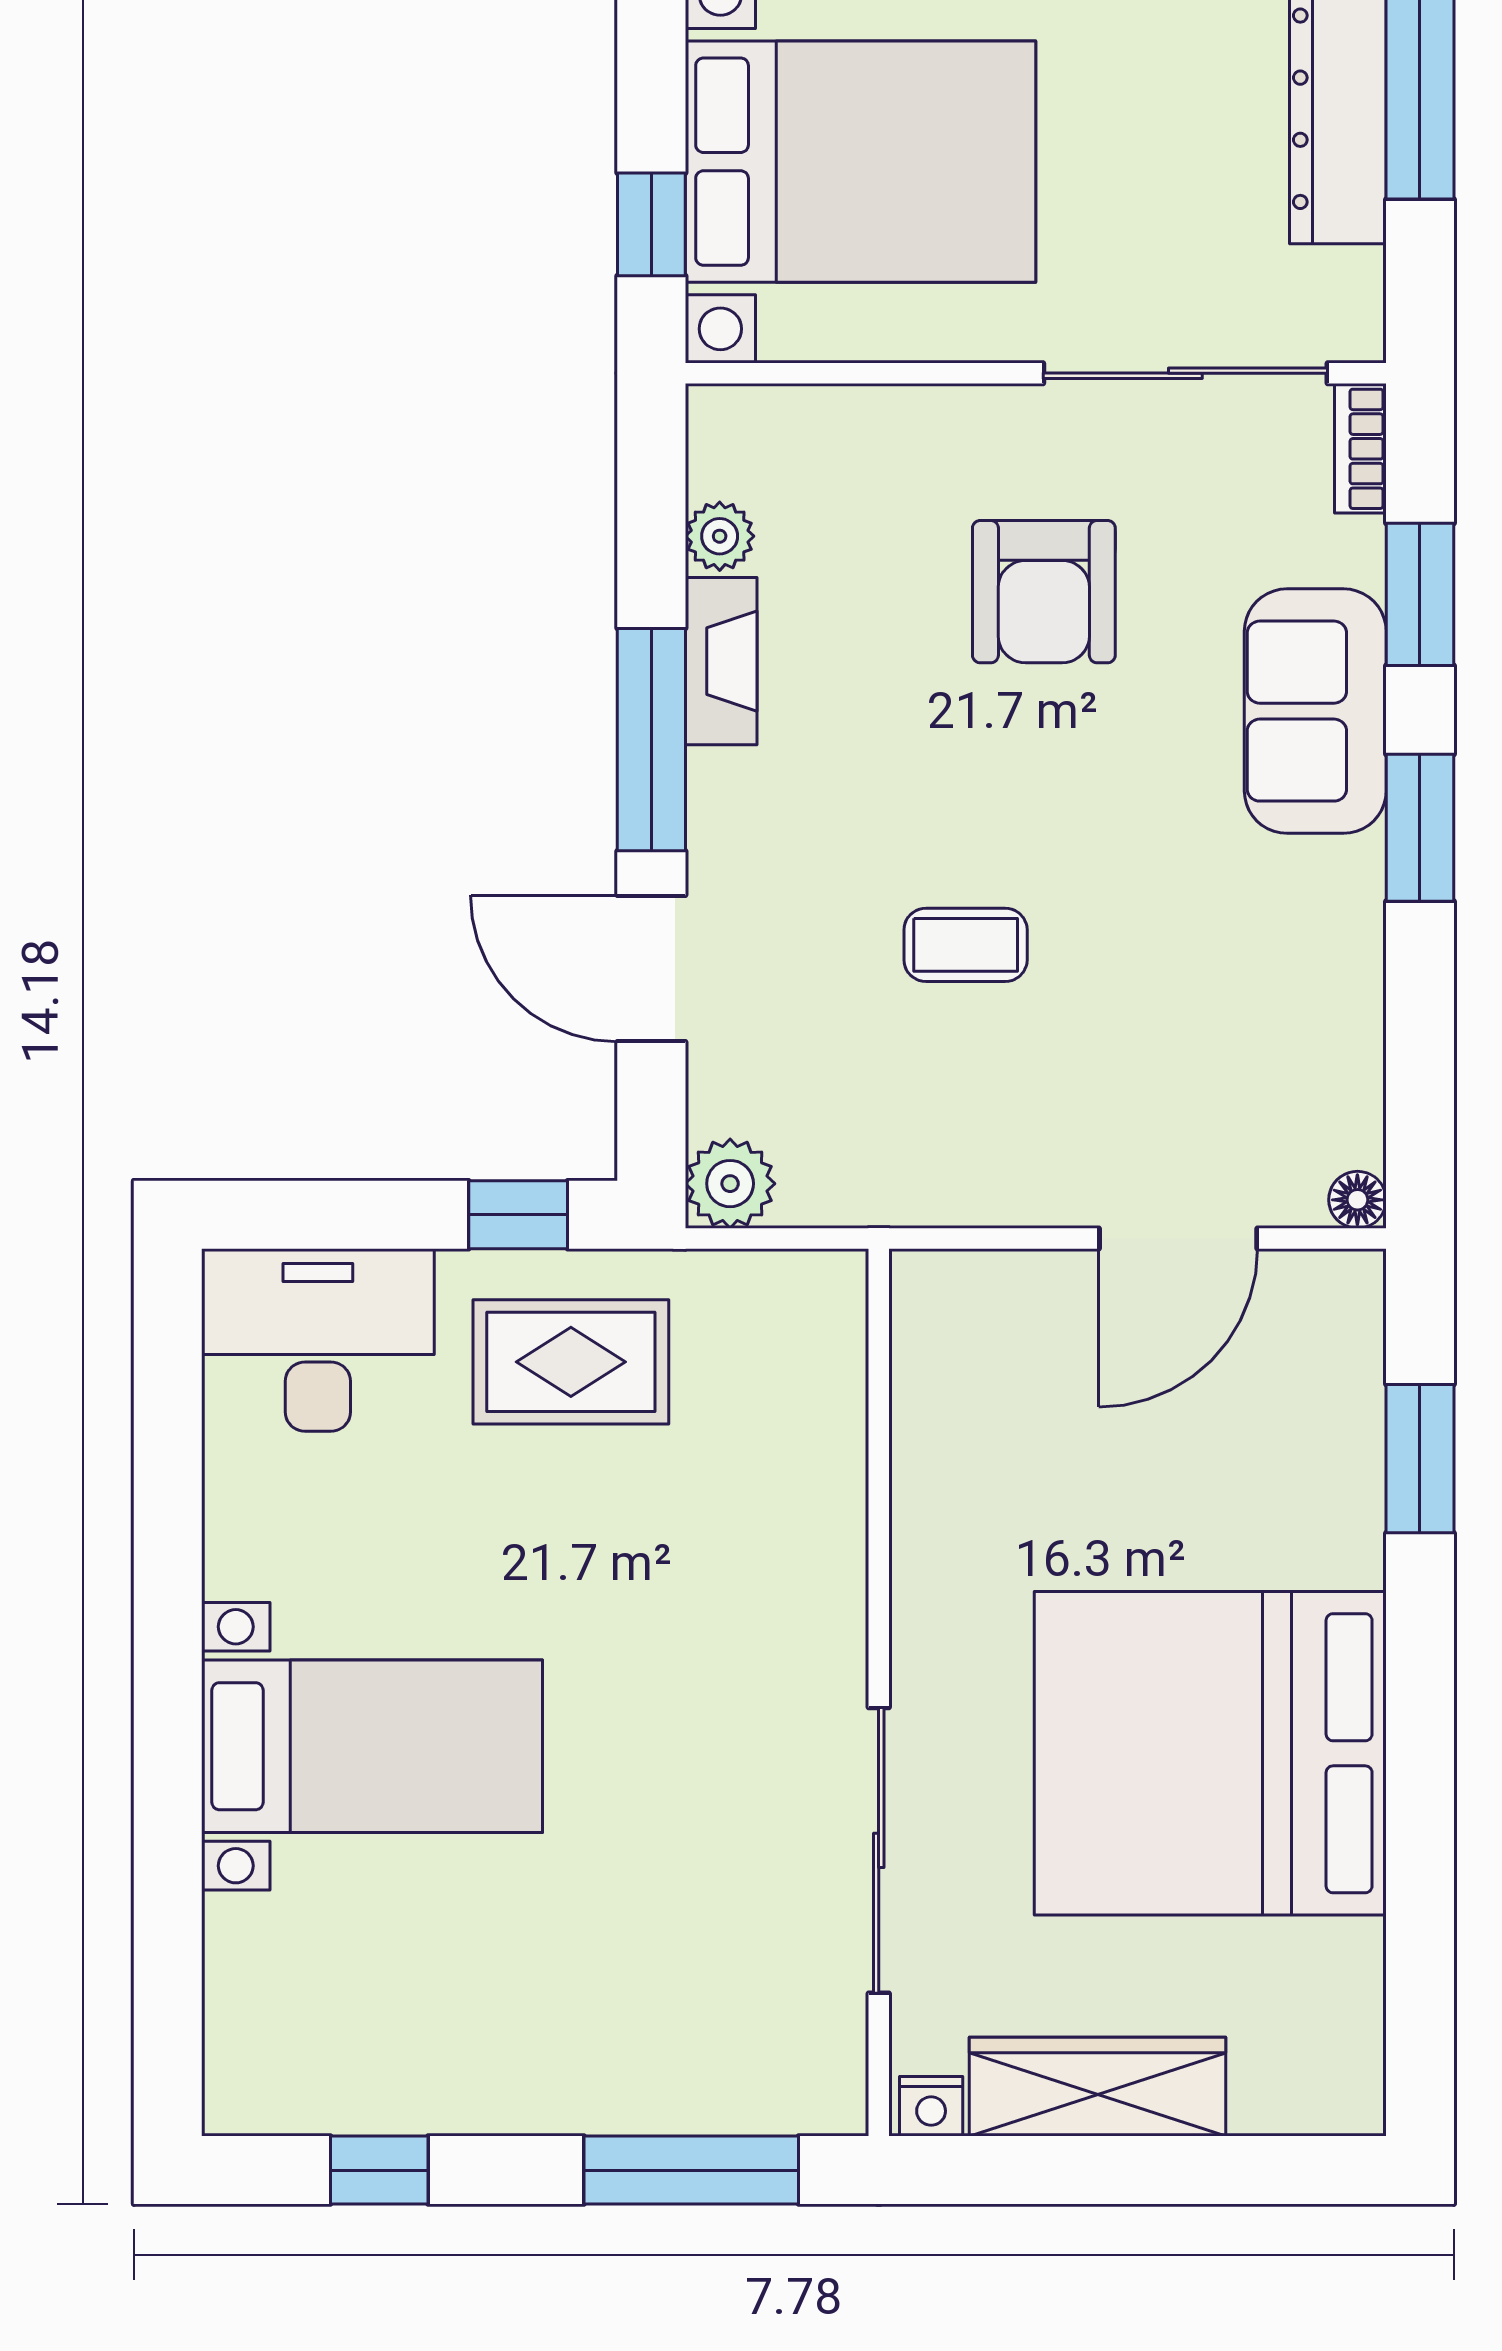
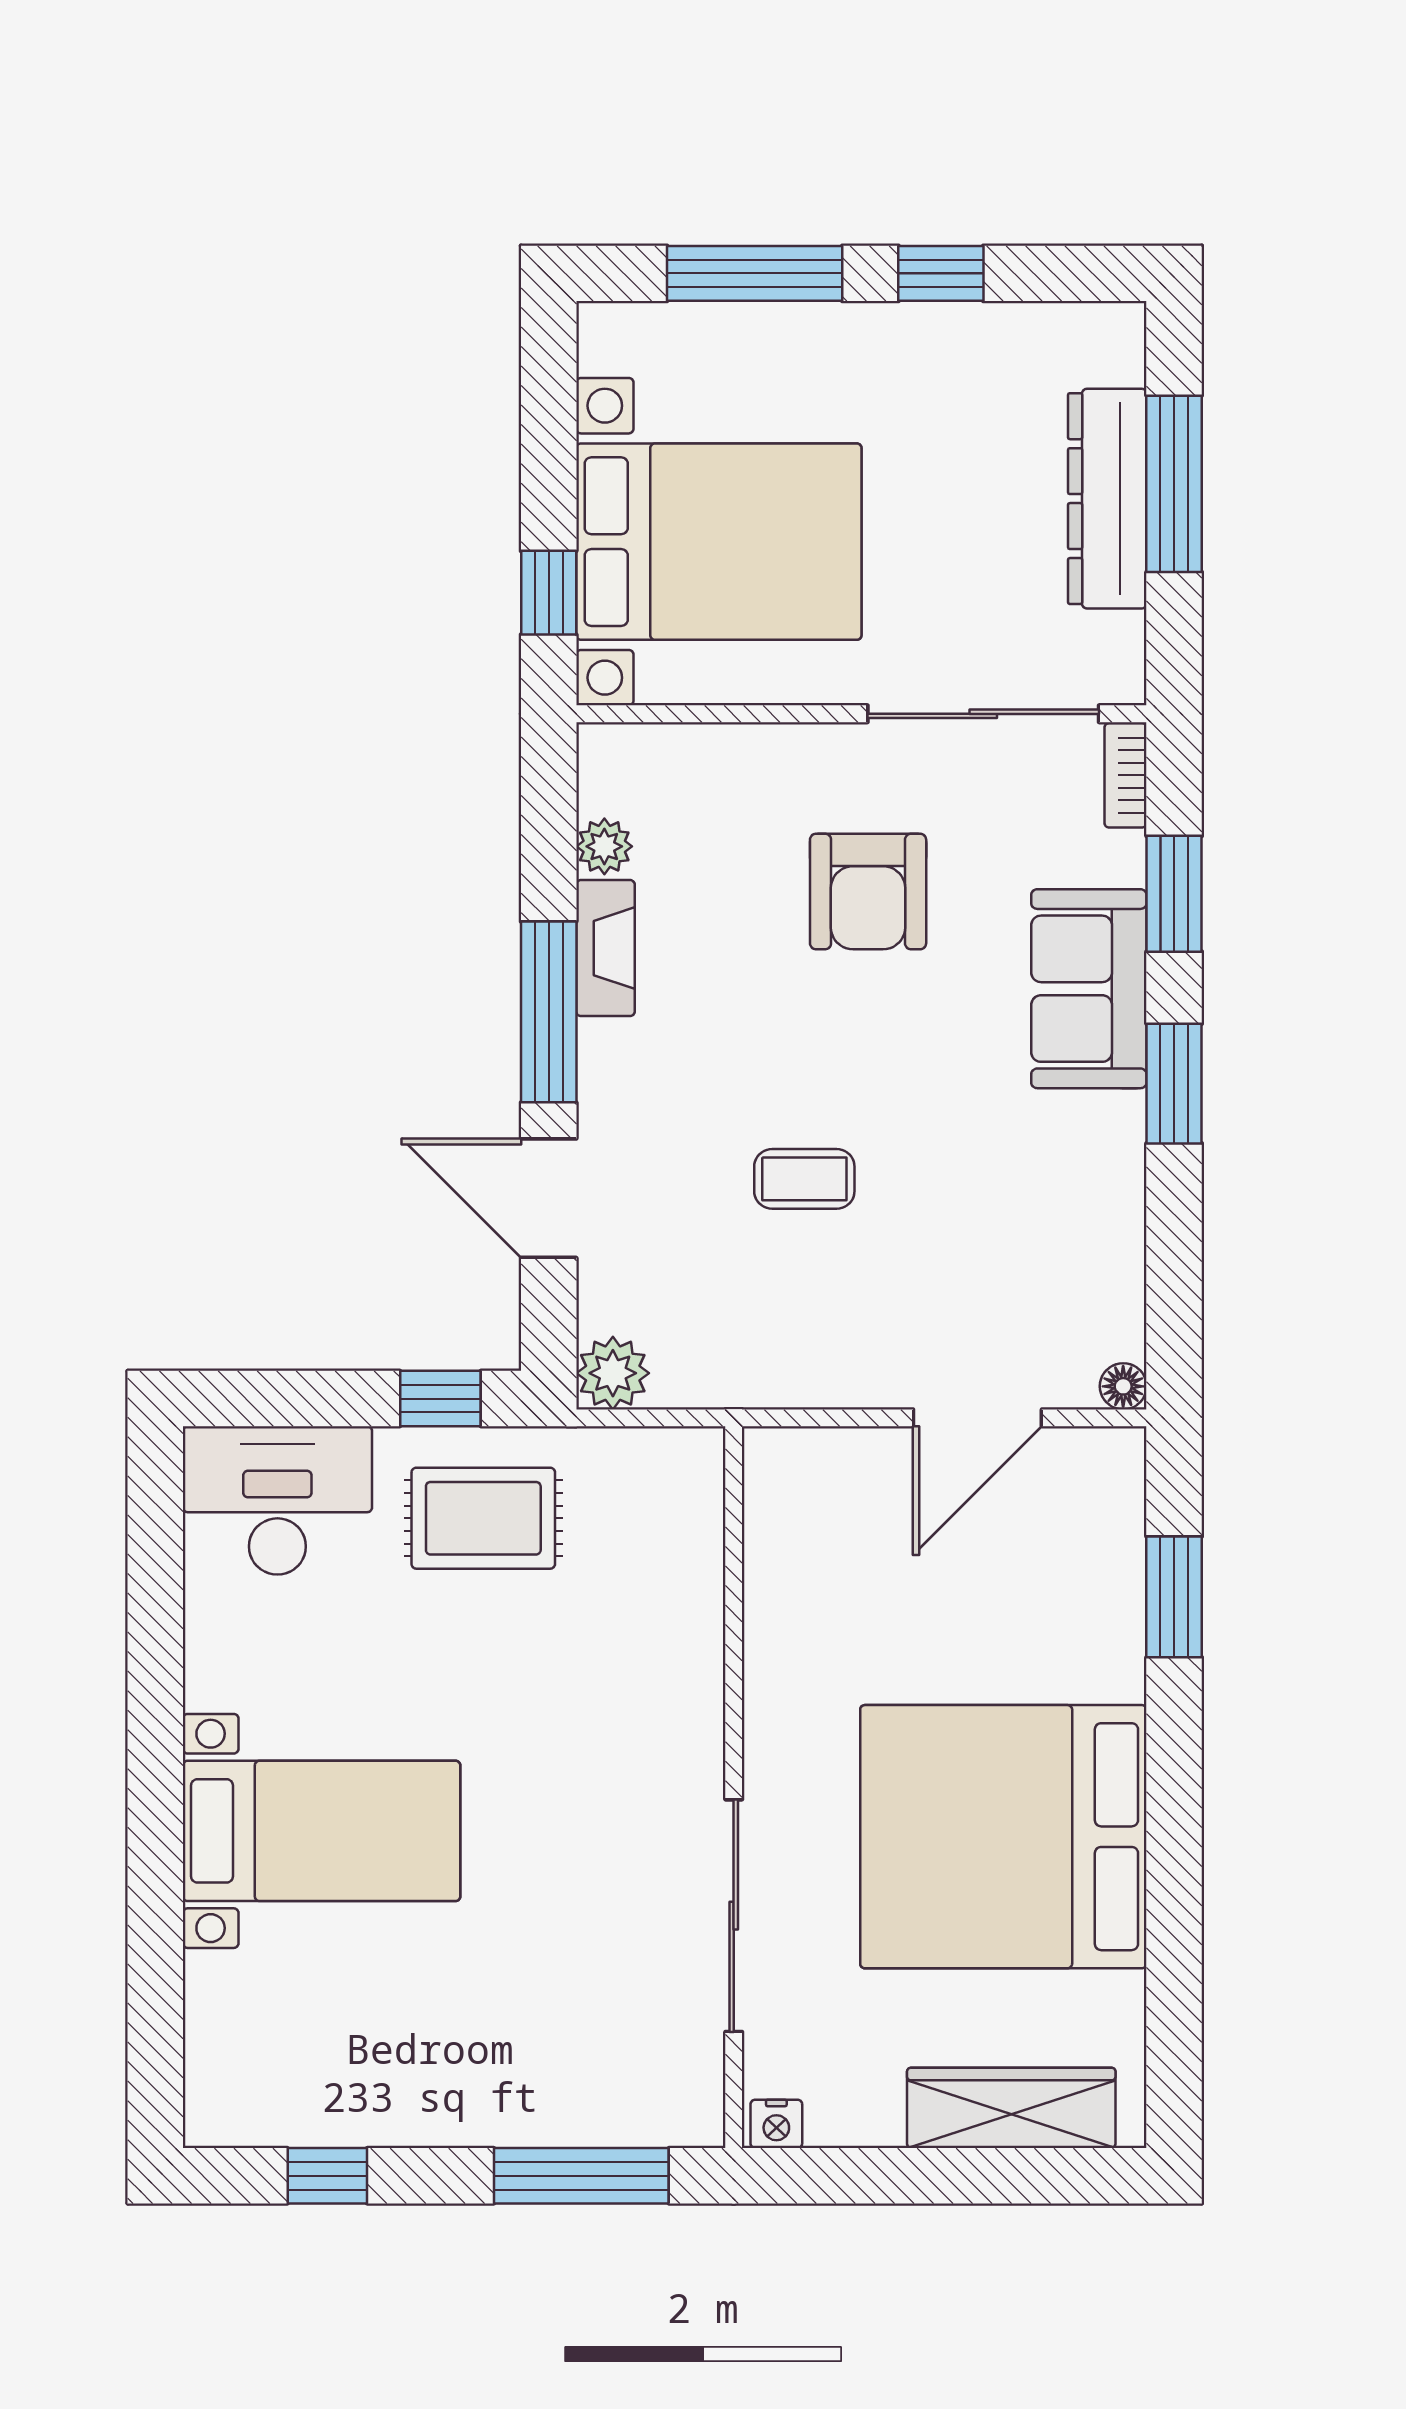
wardrobe: (1097, 2087) -> (1011, 2108), moved

